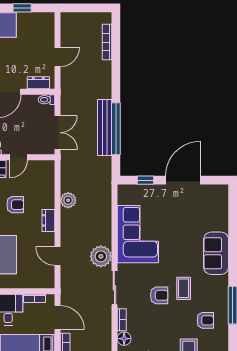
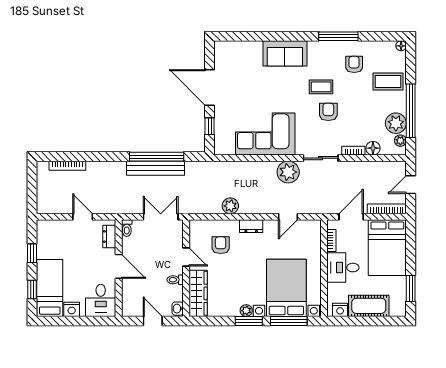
armchair: (15, 205) -> (221, 245), moved

